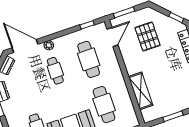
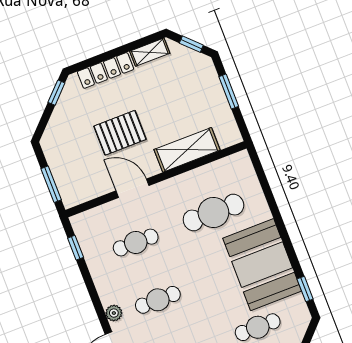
pallet: (148, 36) -> (120, 133), moved
door: (112, 37) -> (132, 188), moved
cafe table: (89, 59) -> (136, 242), width x0.73, depth x0.74

